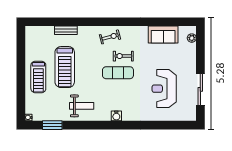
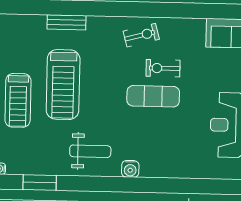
water cooler: (116, 116) -> (130, 169), moved

